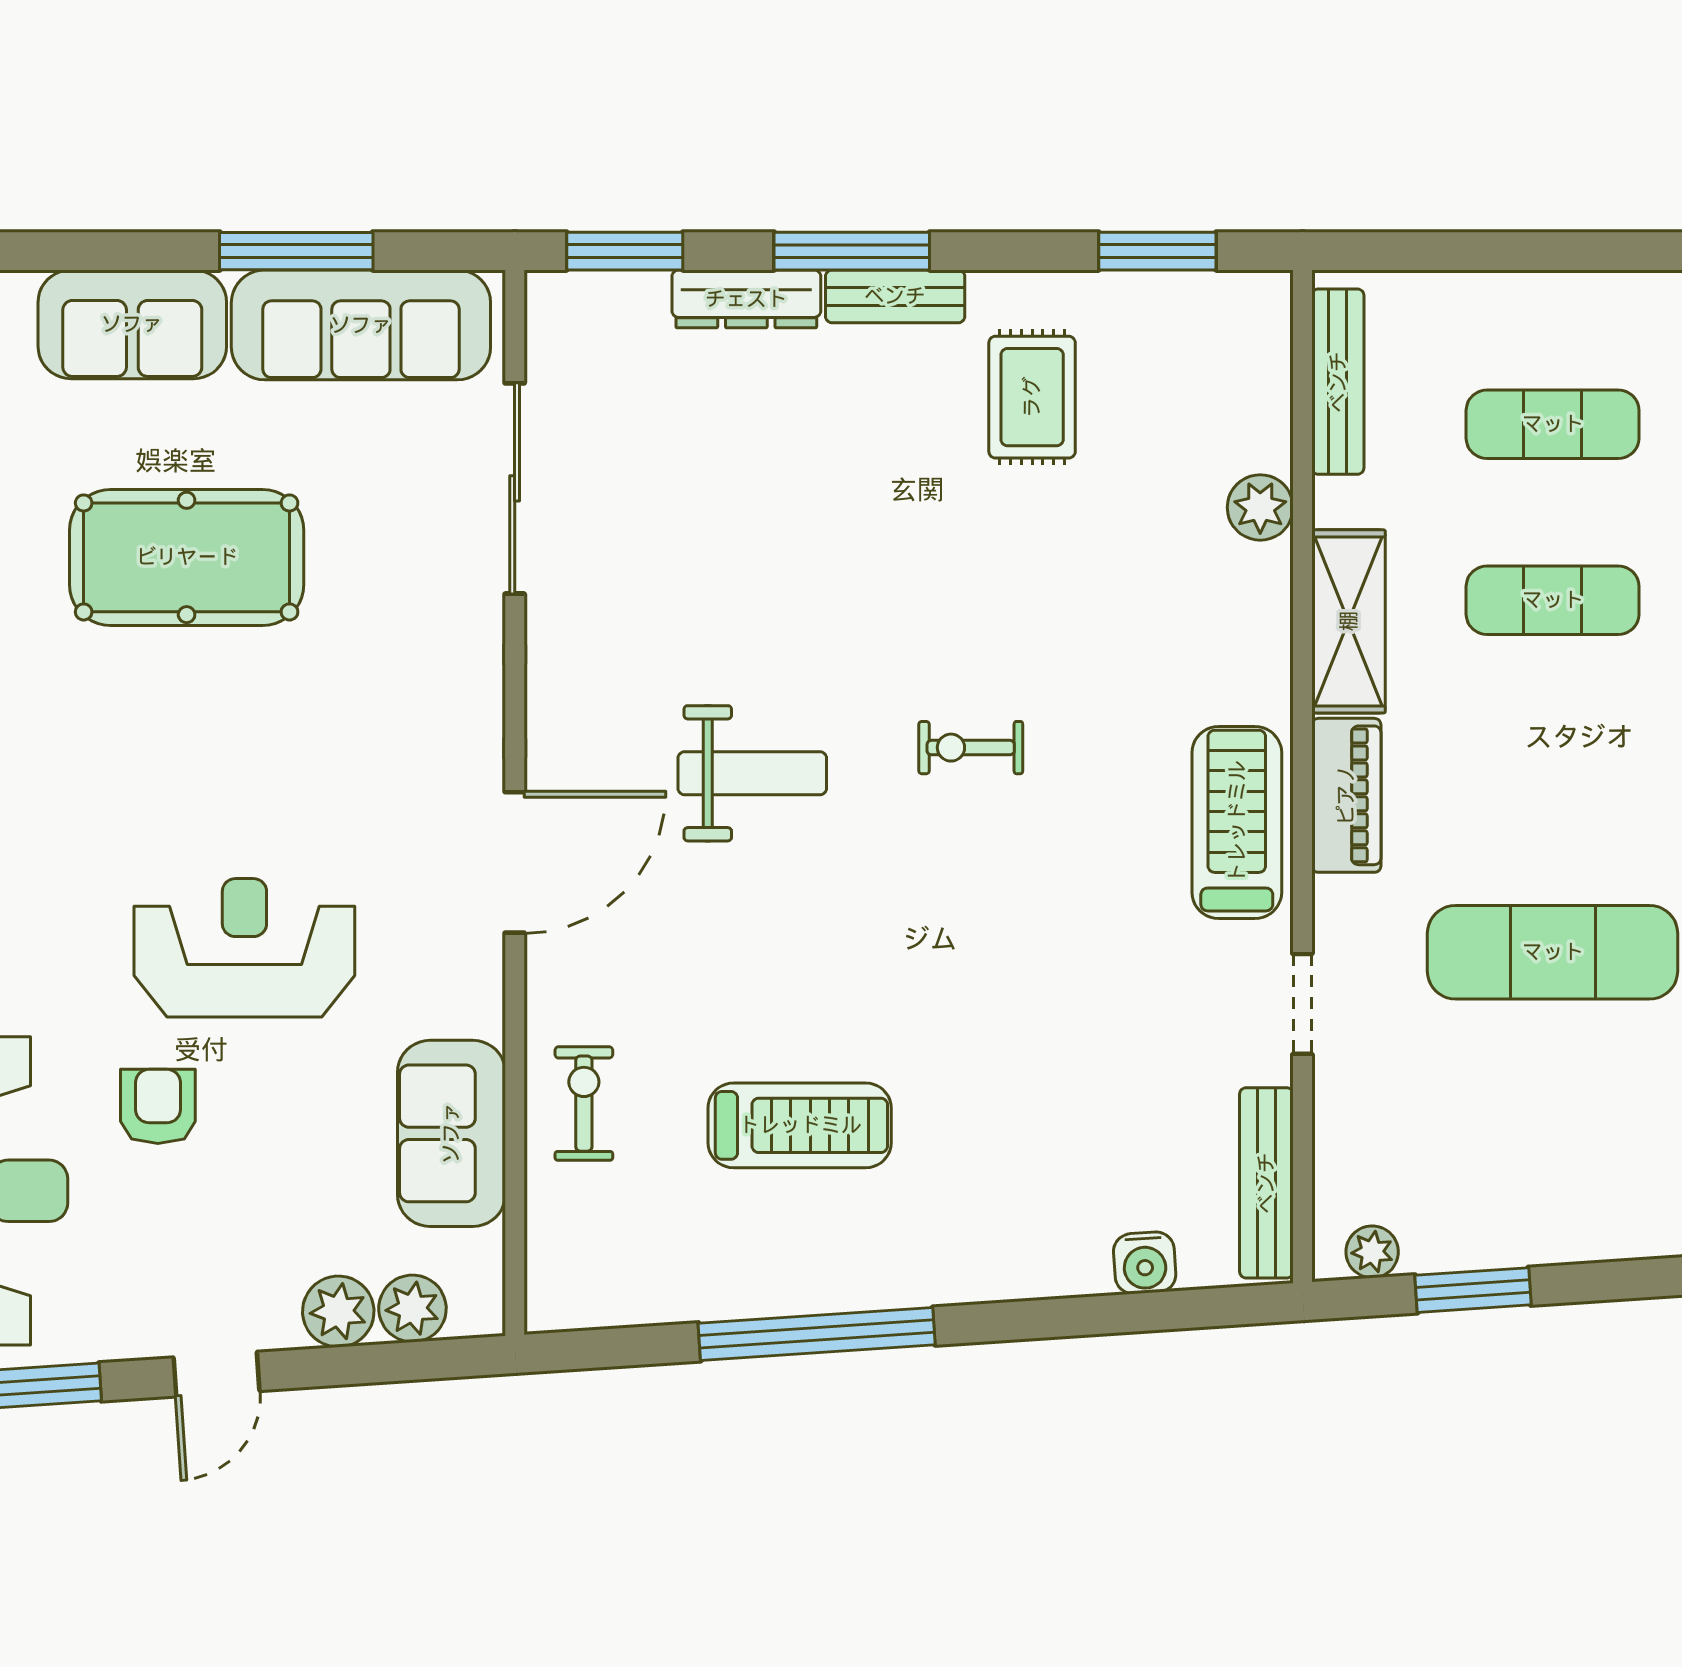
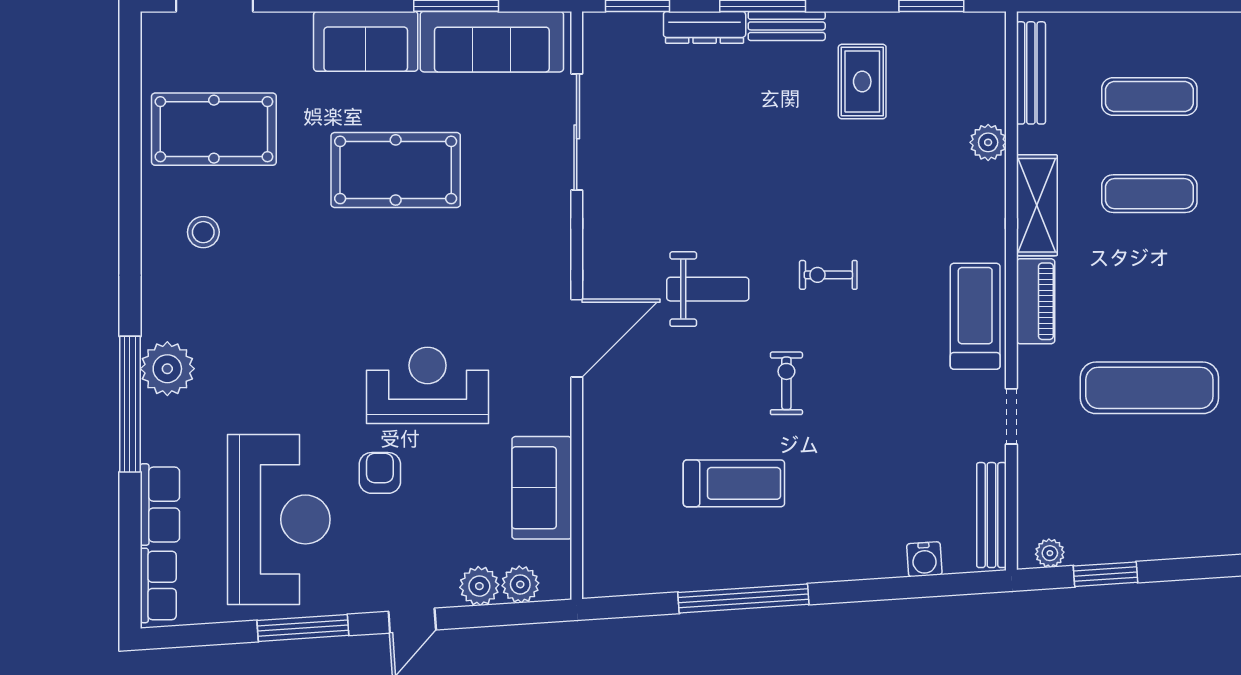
exercise bike: (584, 1104) -> (786, 383), moved

